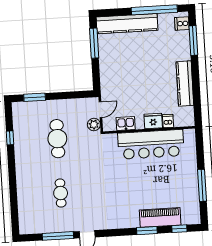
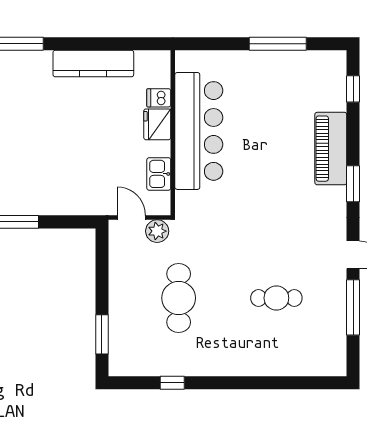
cafe table: (57, 139) -> (179, 298), turned 90
piano: (160, 217) -> (331, 149), moved
window: (147, 231) -> (353, 184), moved

